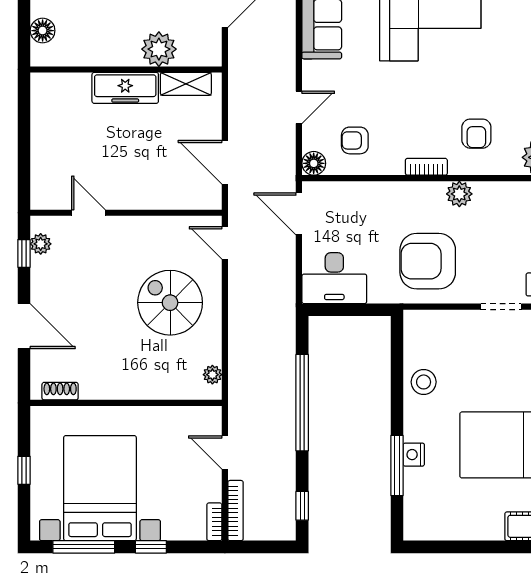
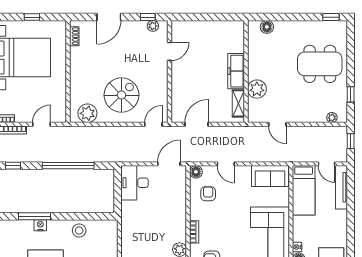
armchair: (428, 261) -> (144, 233), removed
plant: (212, 375) -> (87, 113), width x1.88, depth x1.88

